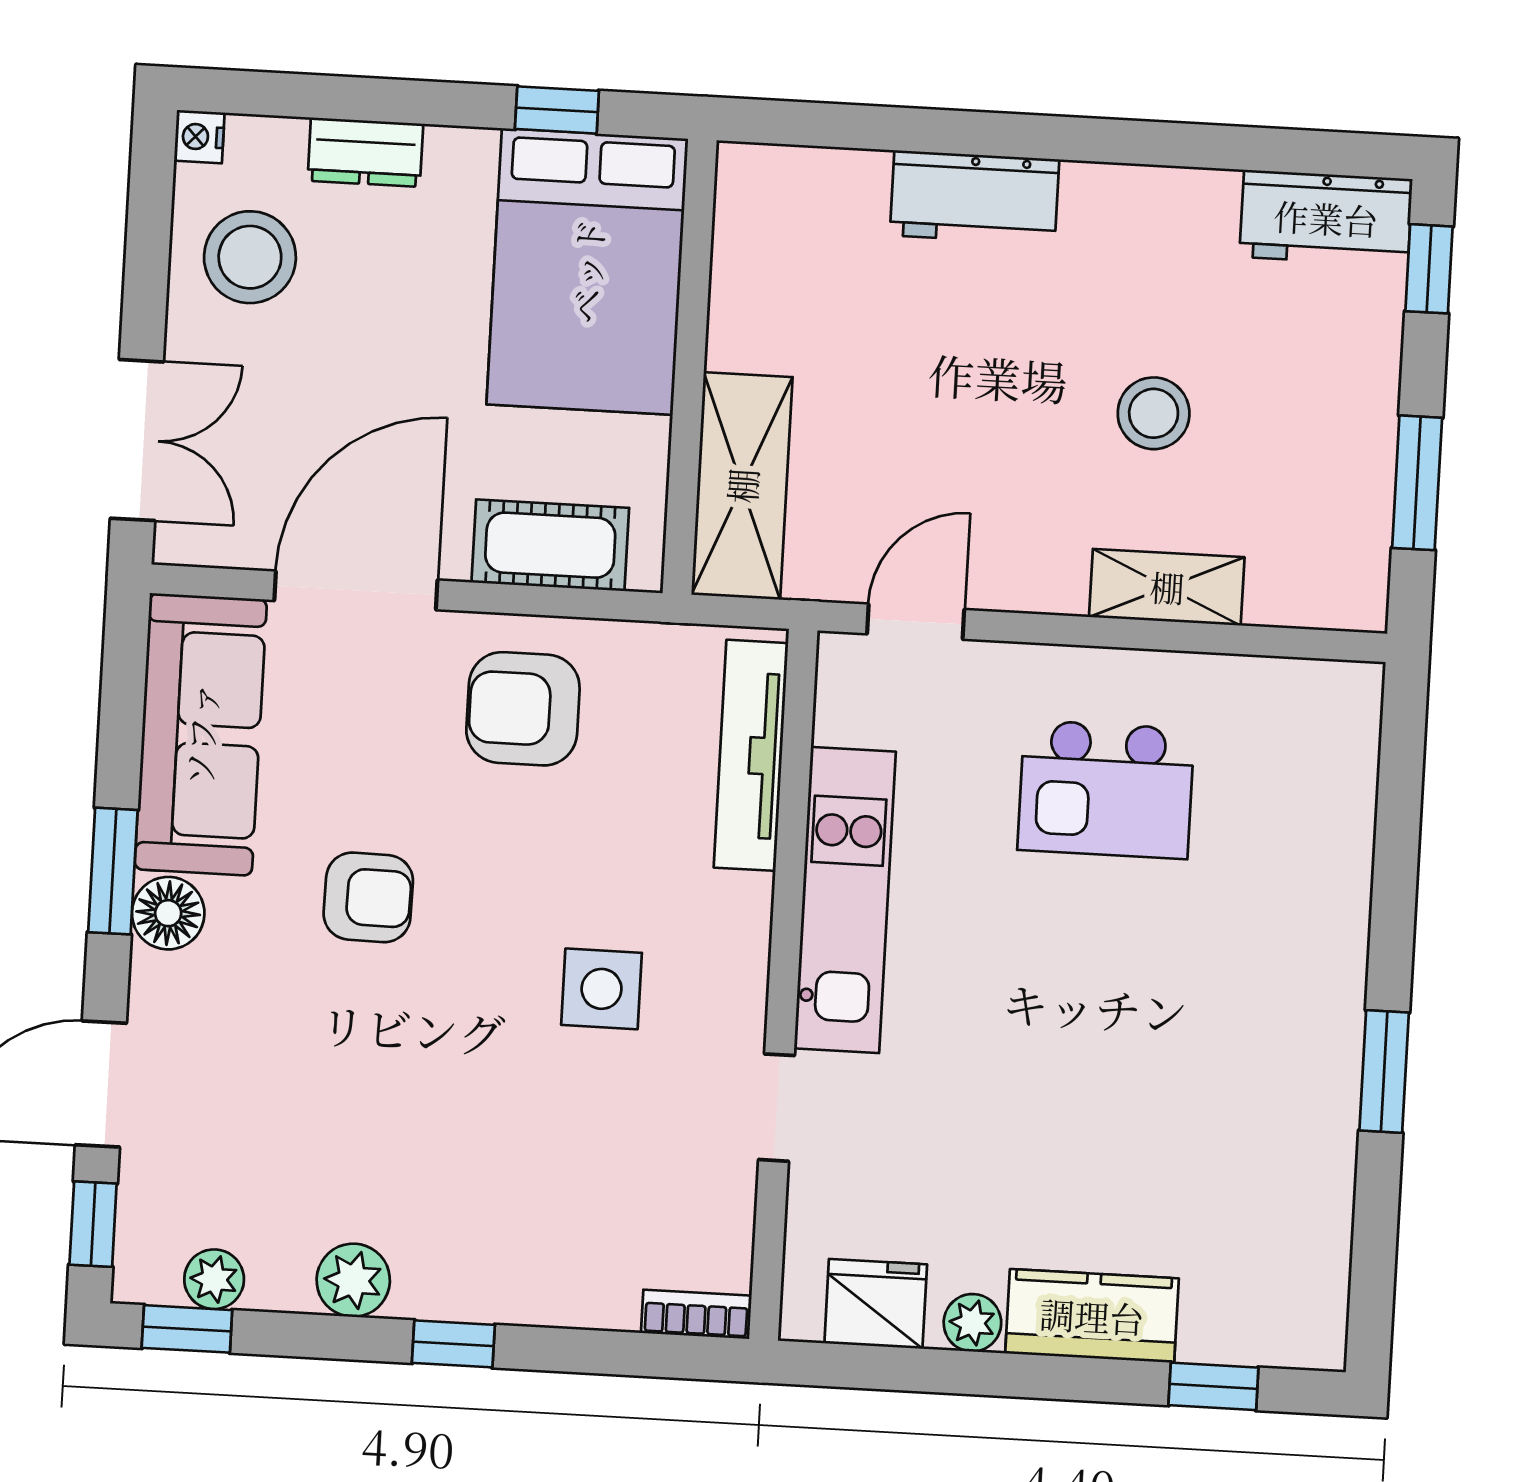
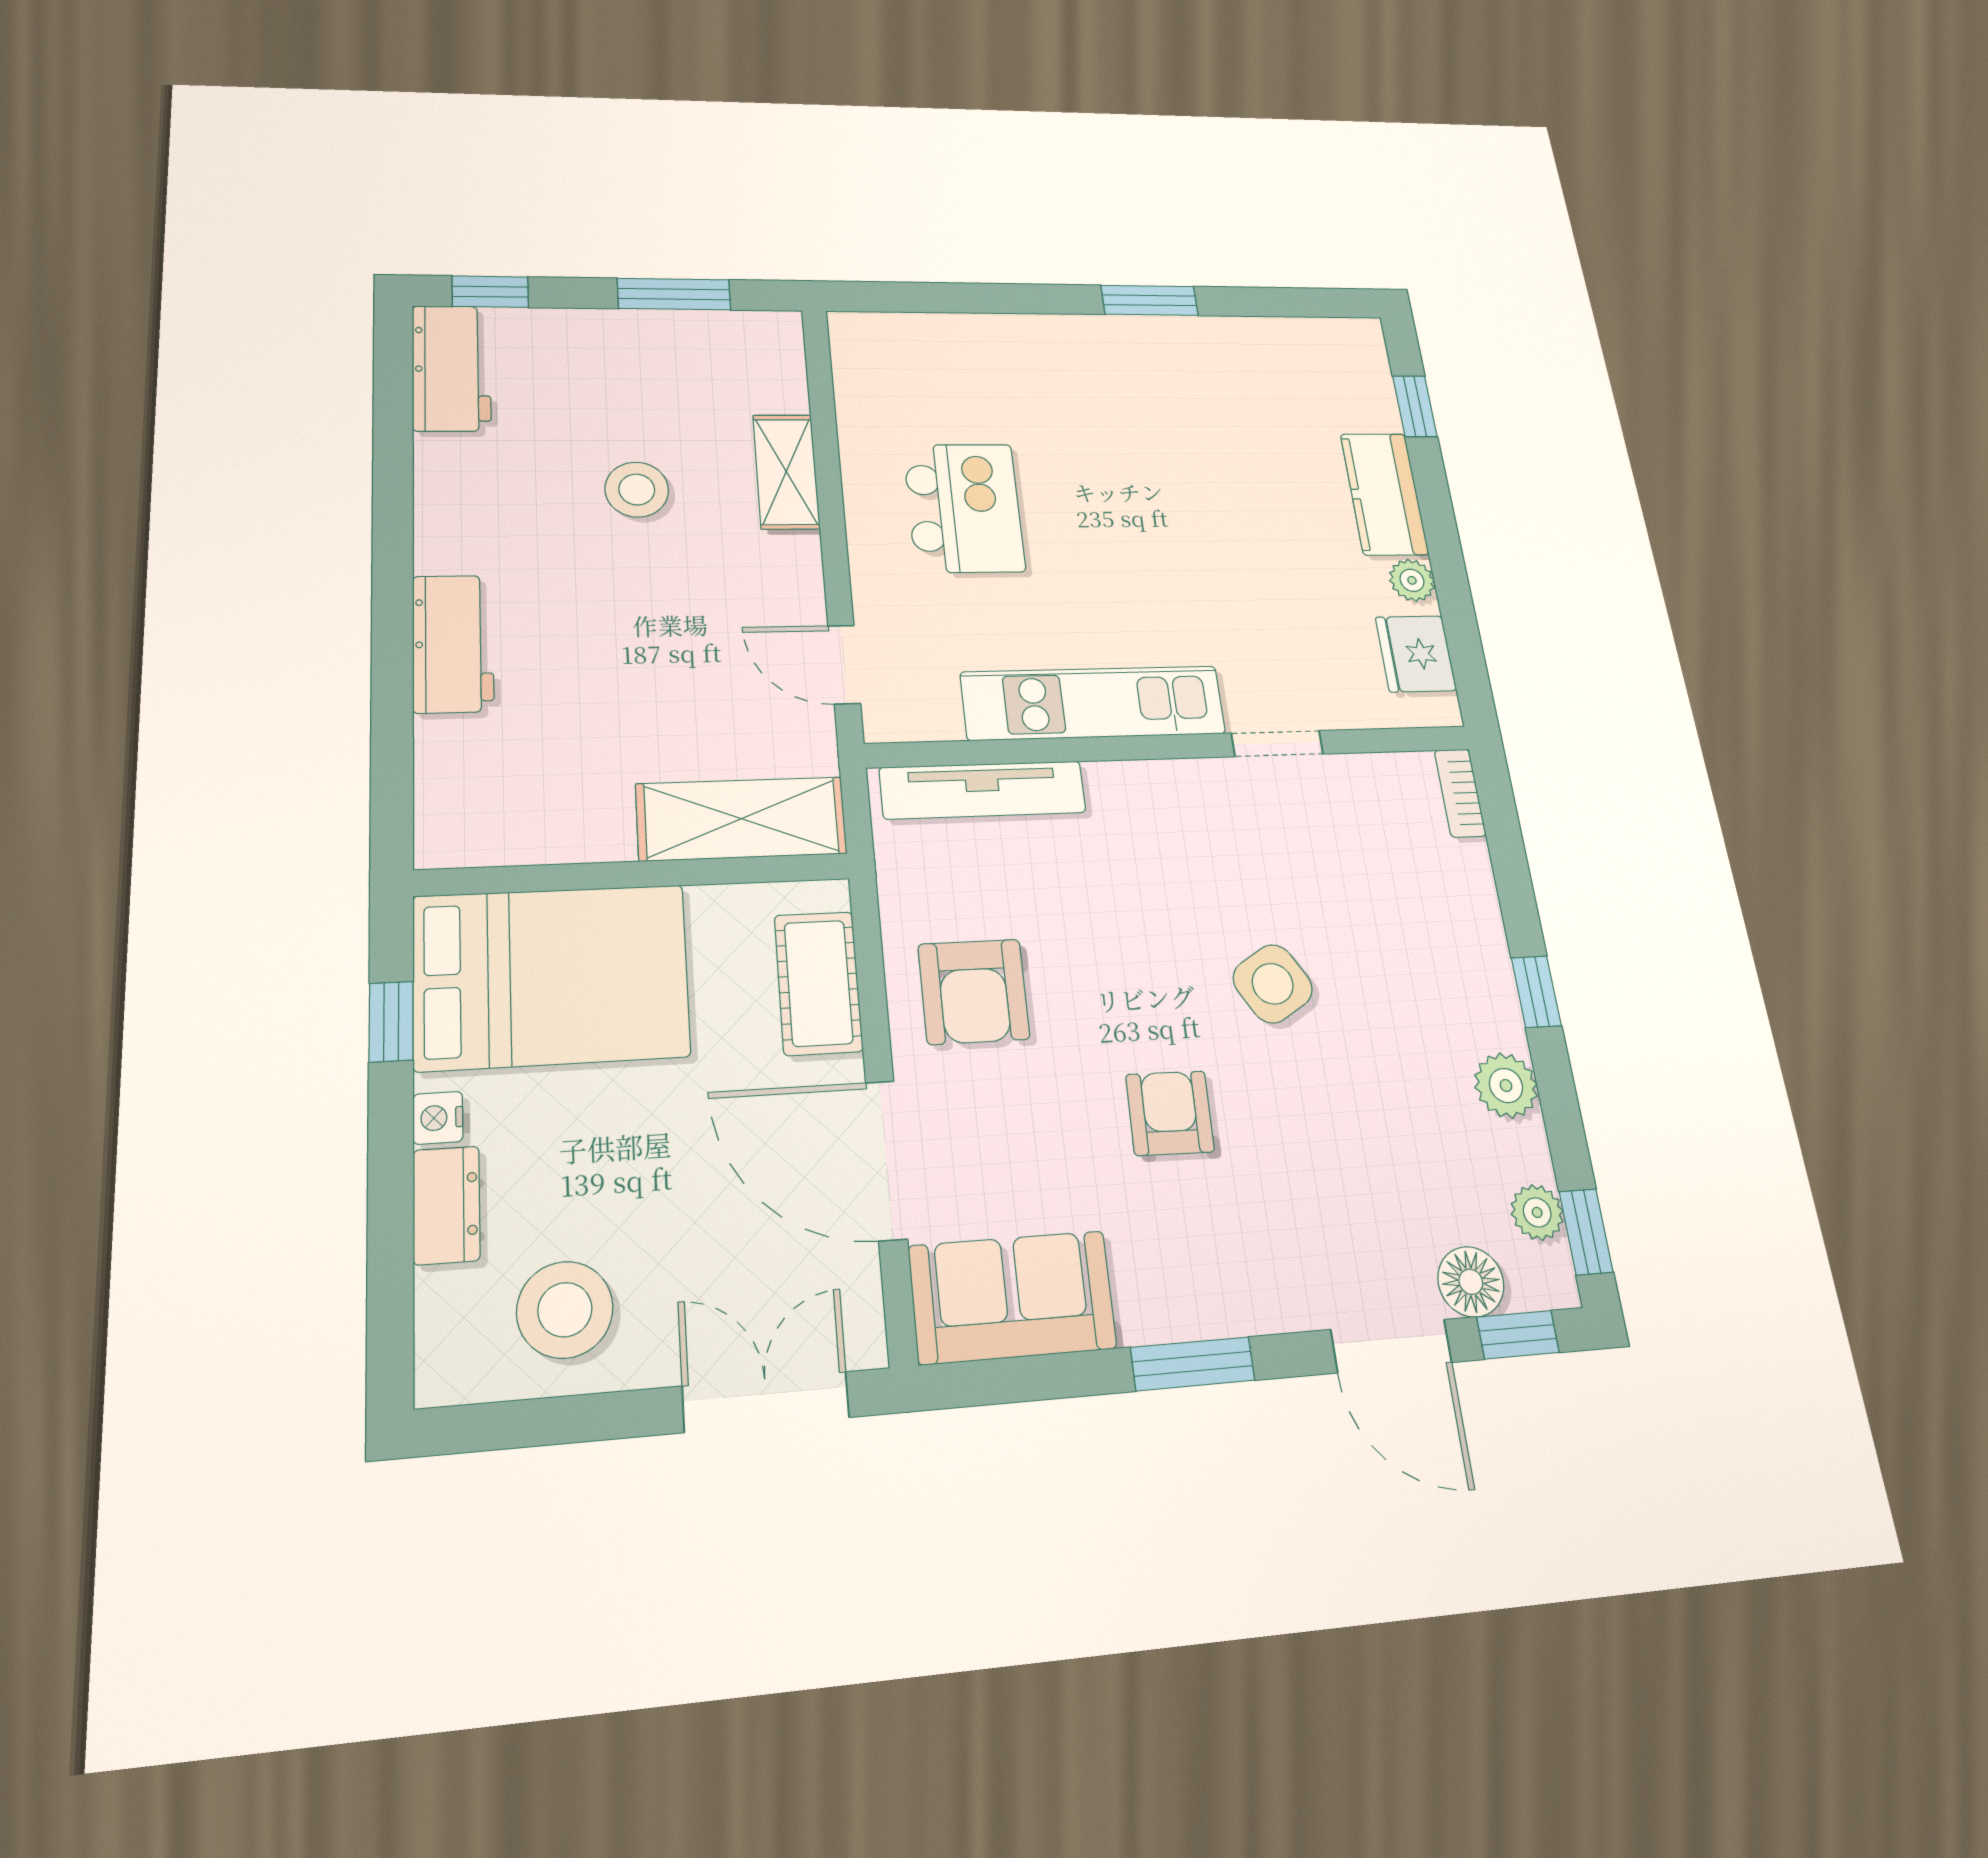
nightstand: (199, 137) -> (438, 1118), moved, turned 90
sofa: (201, 734) -> (1012, 1297), width x0.73
floor lamp: (168, 913) -> (1471, 1282), moved
side table: (602, 989) -> (1273, 984), moved, turned -31

